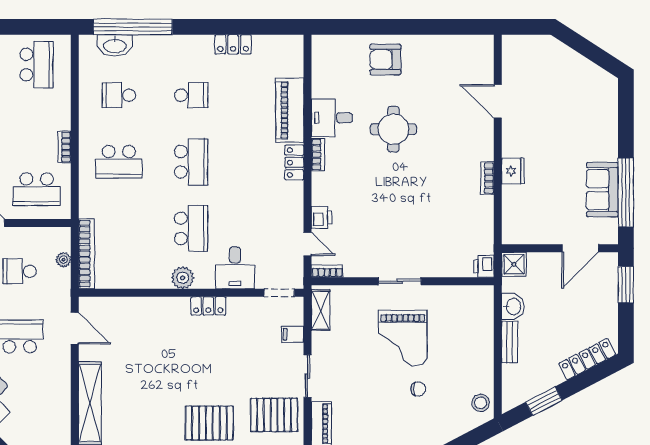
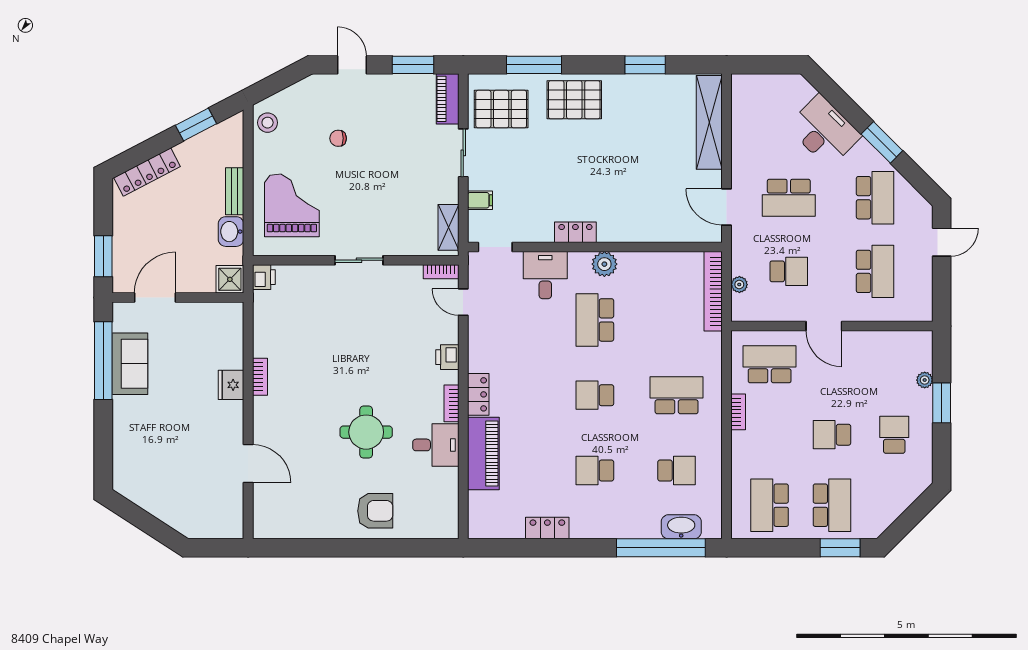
school desk: (191, 162) -> (595, 395), width x0.54
printer: (322, 217) -> (447, 357), moved
grand piano: (403, 338) -> (292, 205), moved

